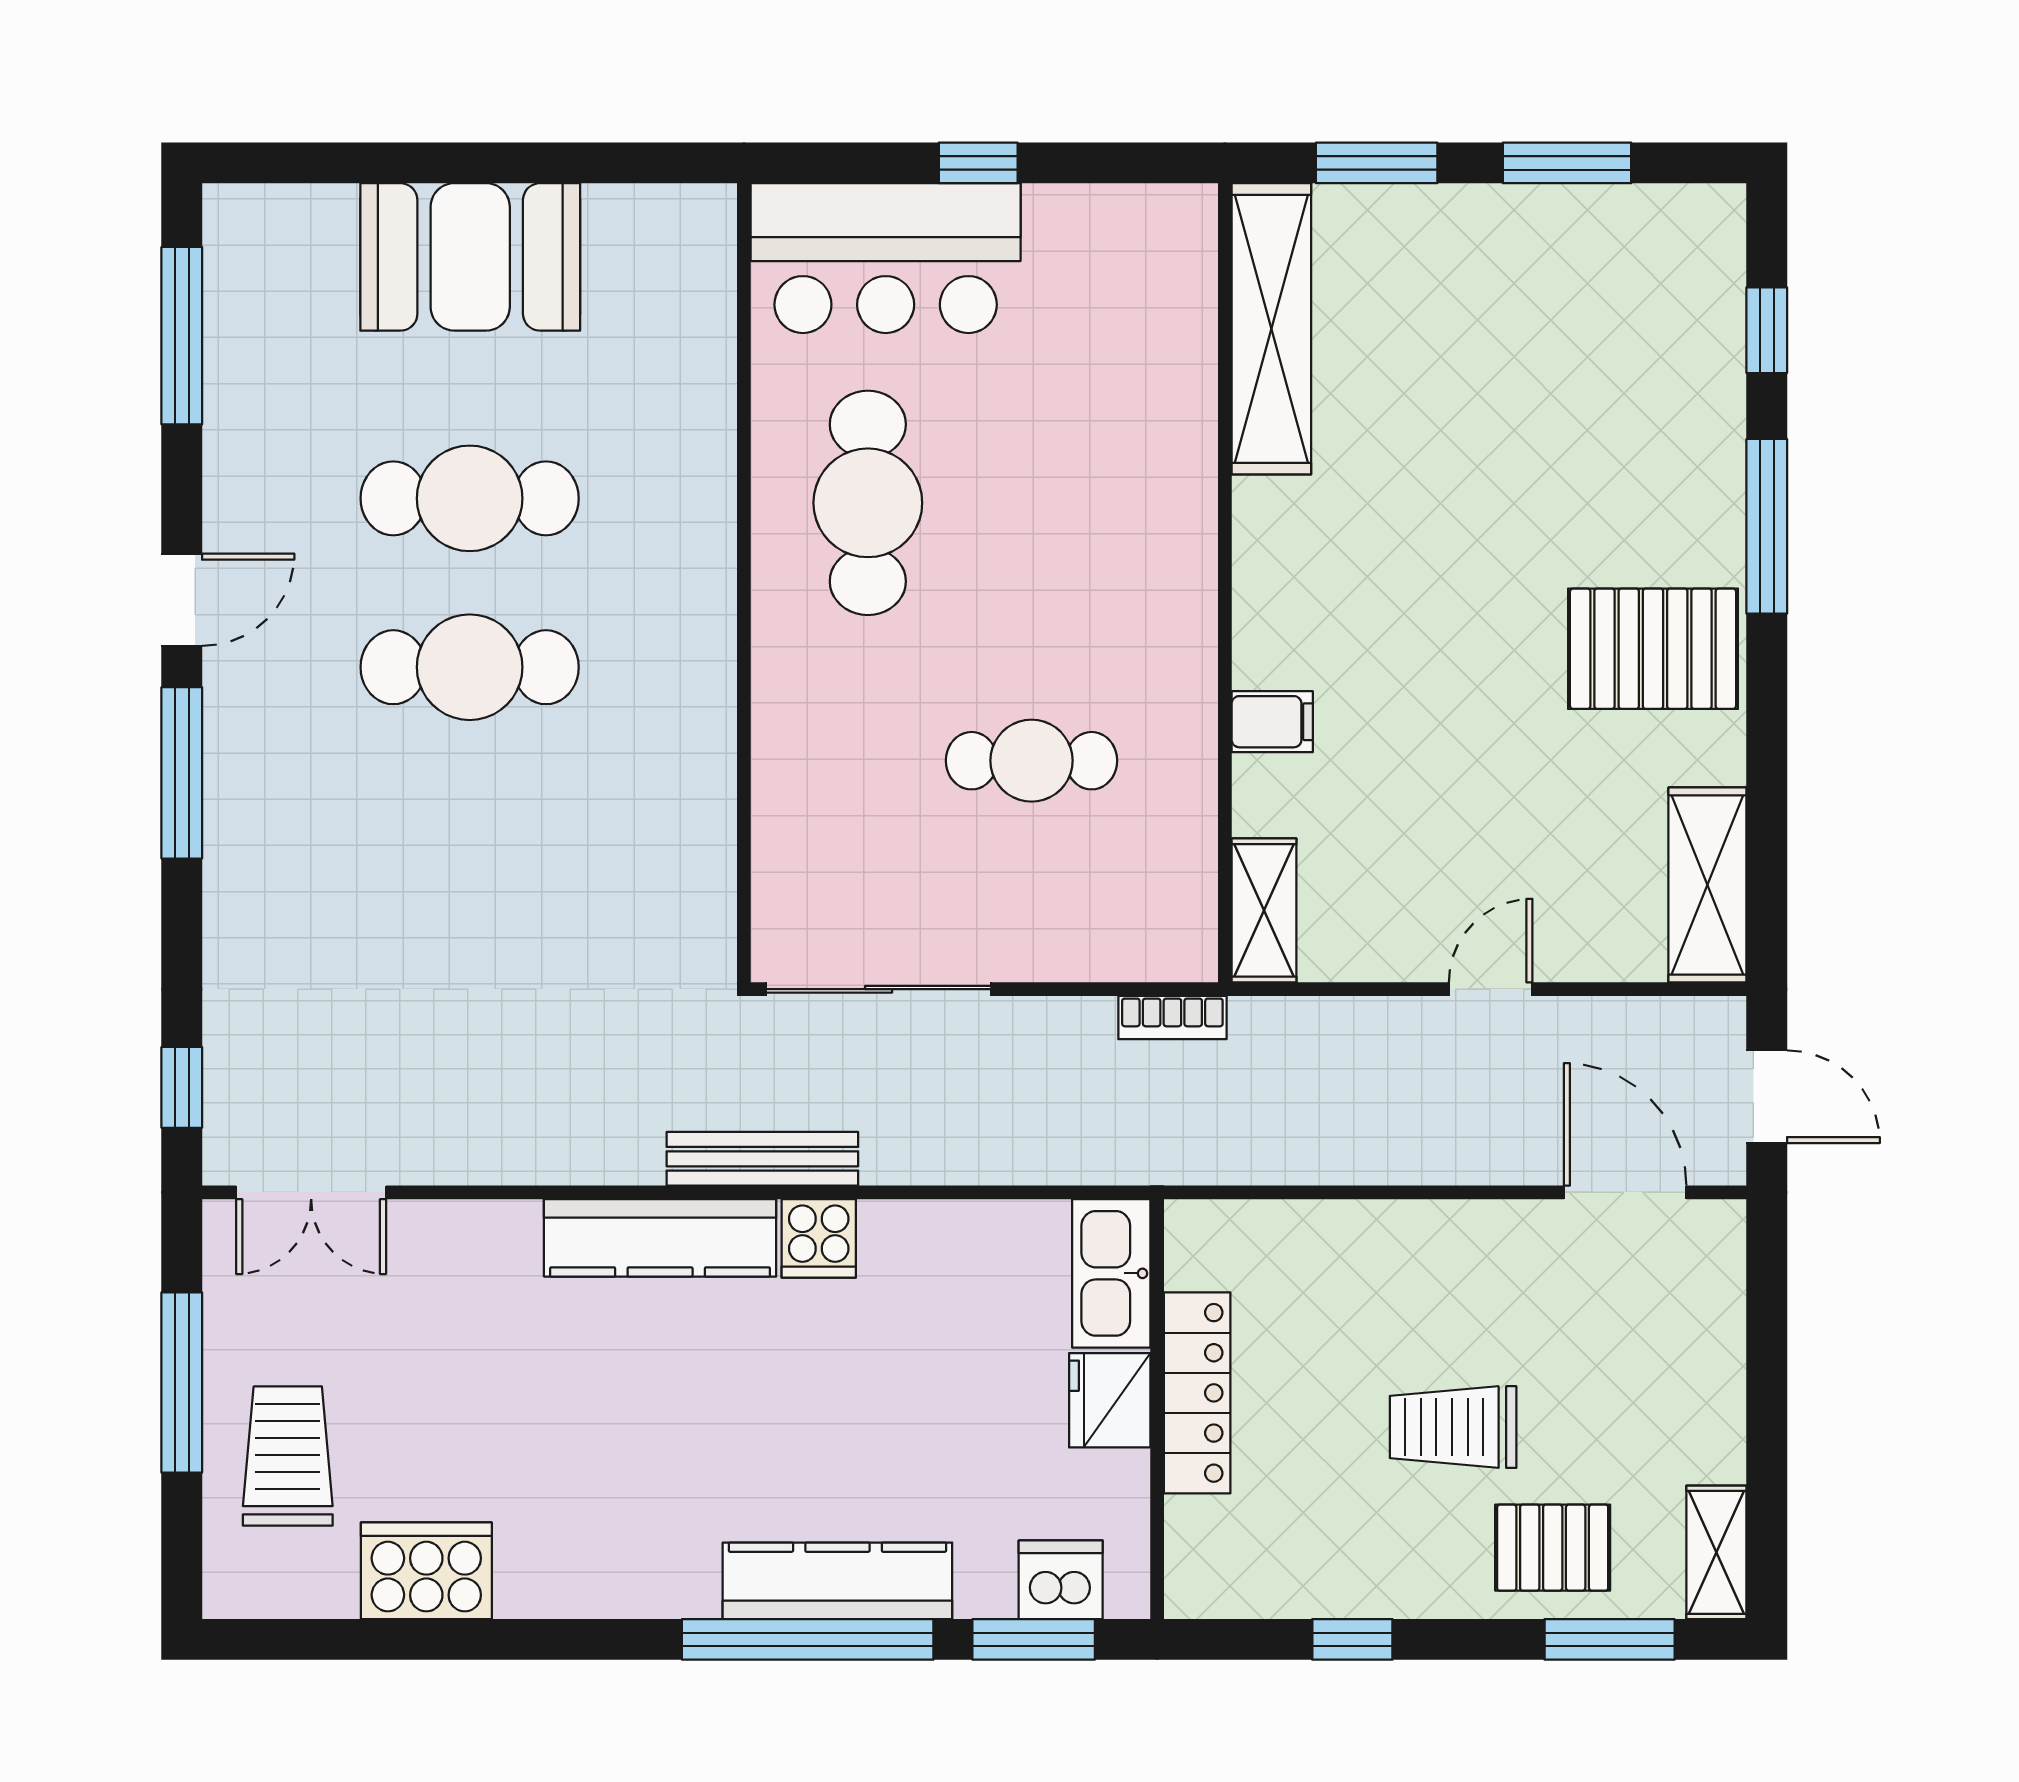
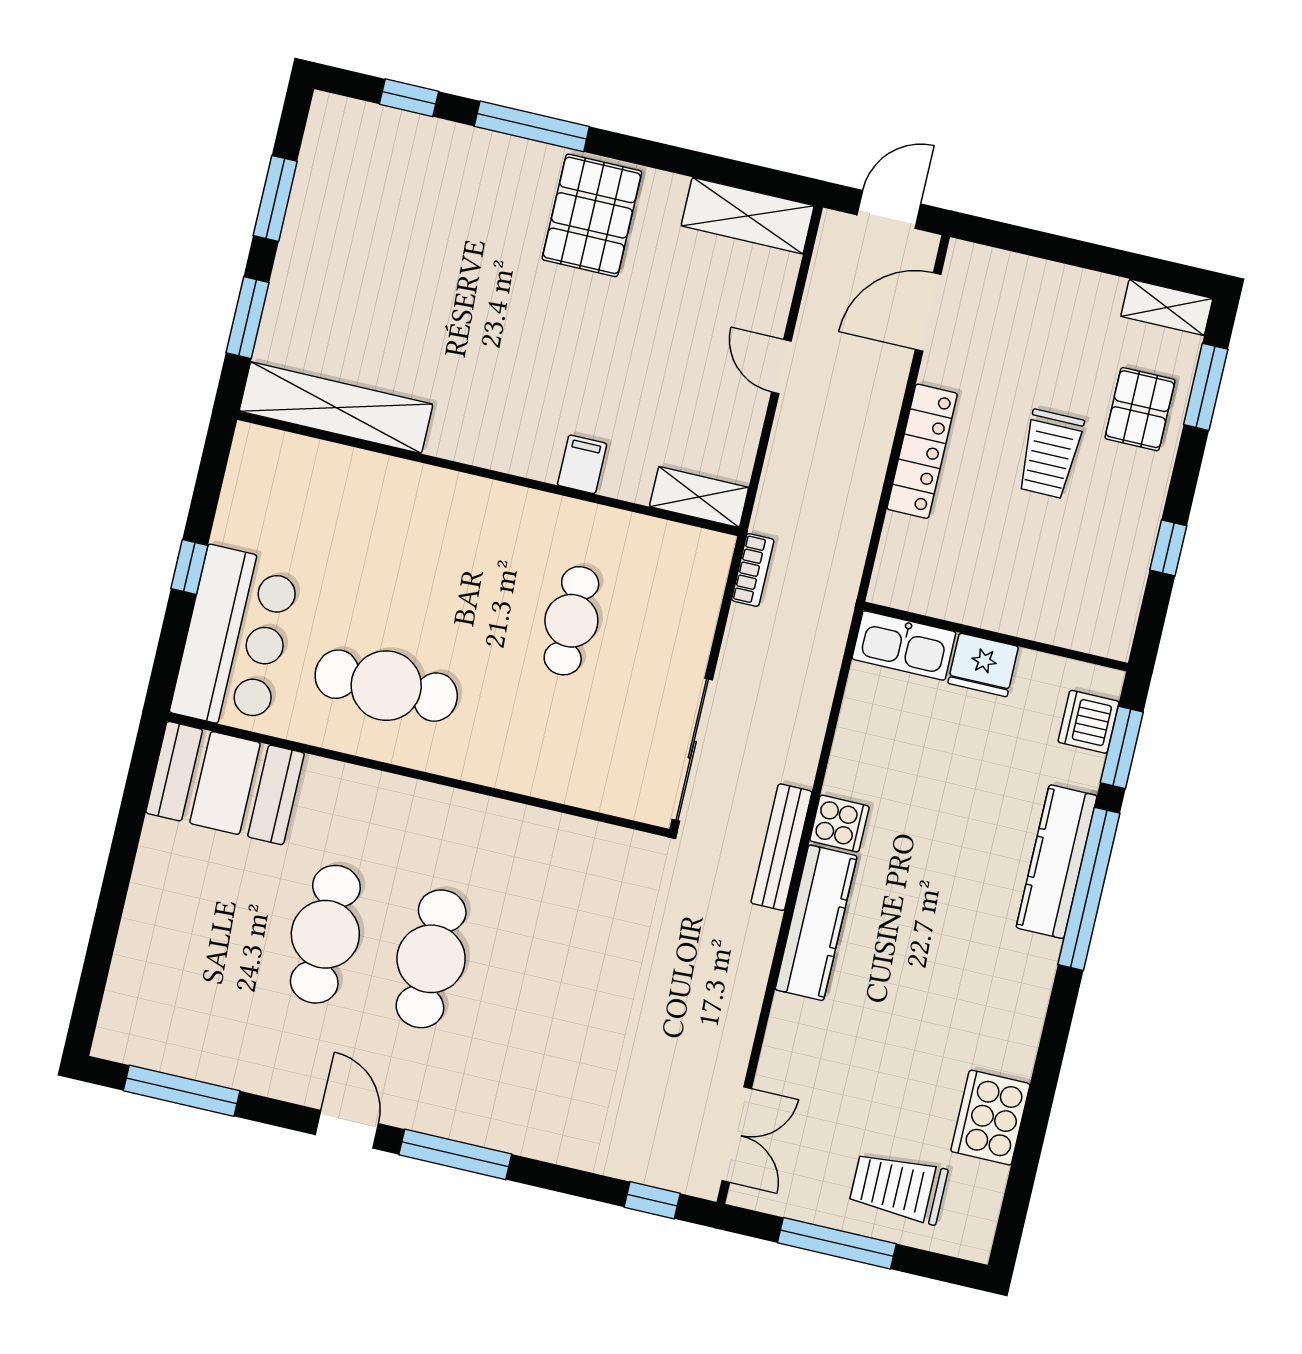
booth: (470, 257) -> (225, 783), moved, turned 90
locker: (1197, 1393) -> (922, 451), moved, turned 90

